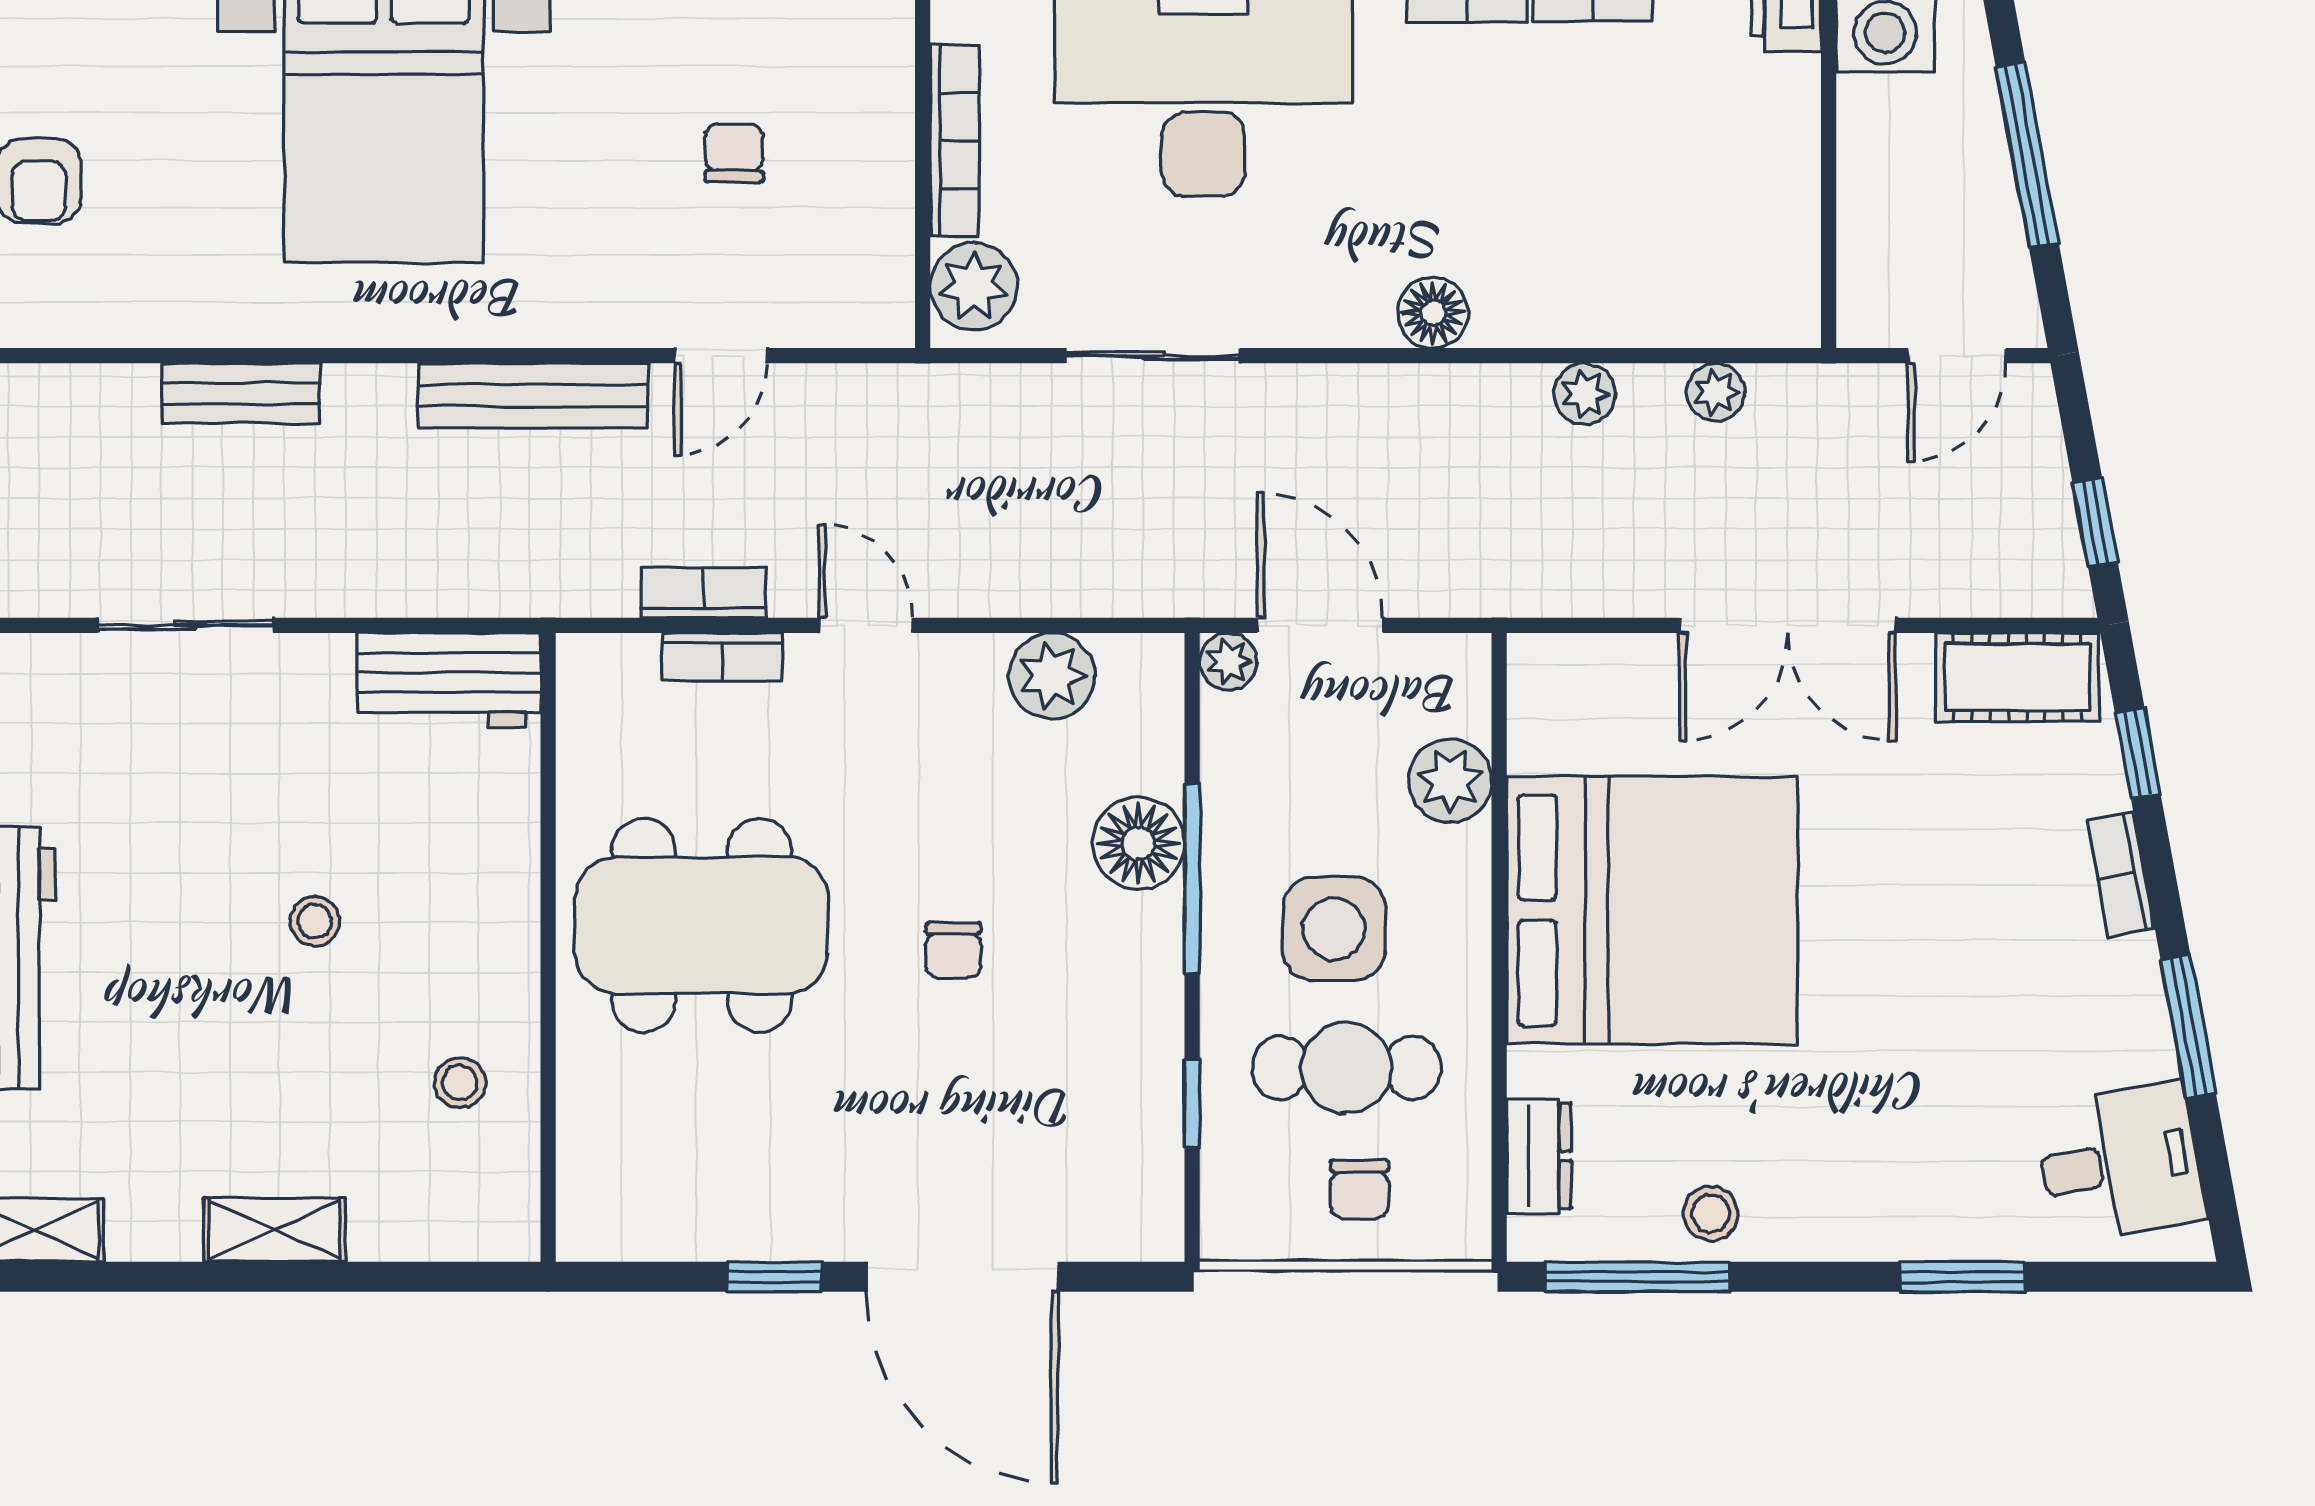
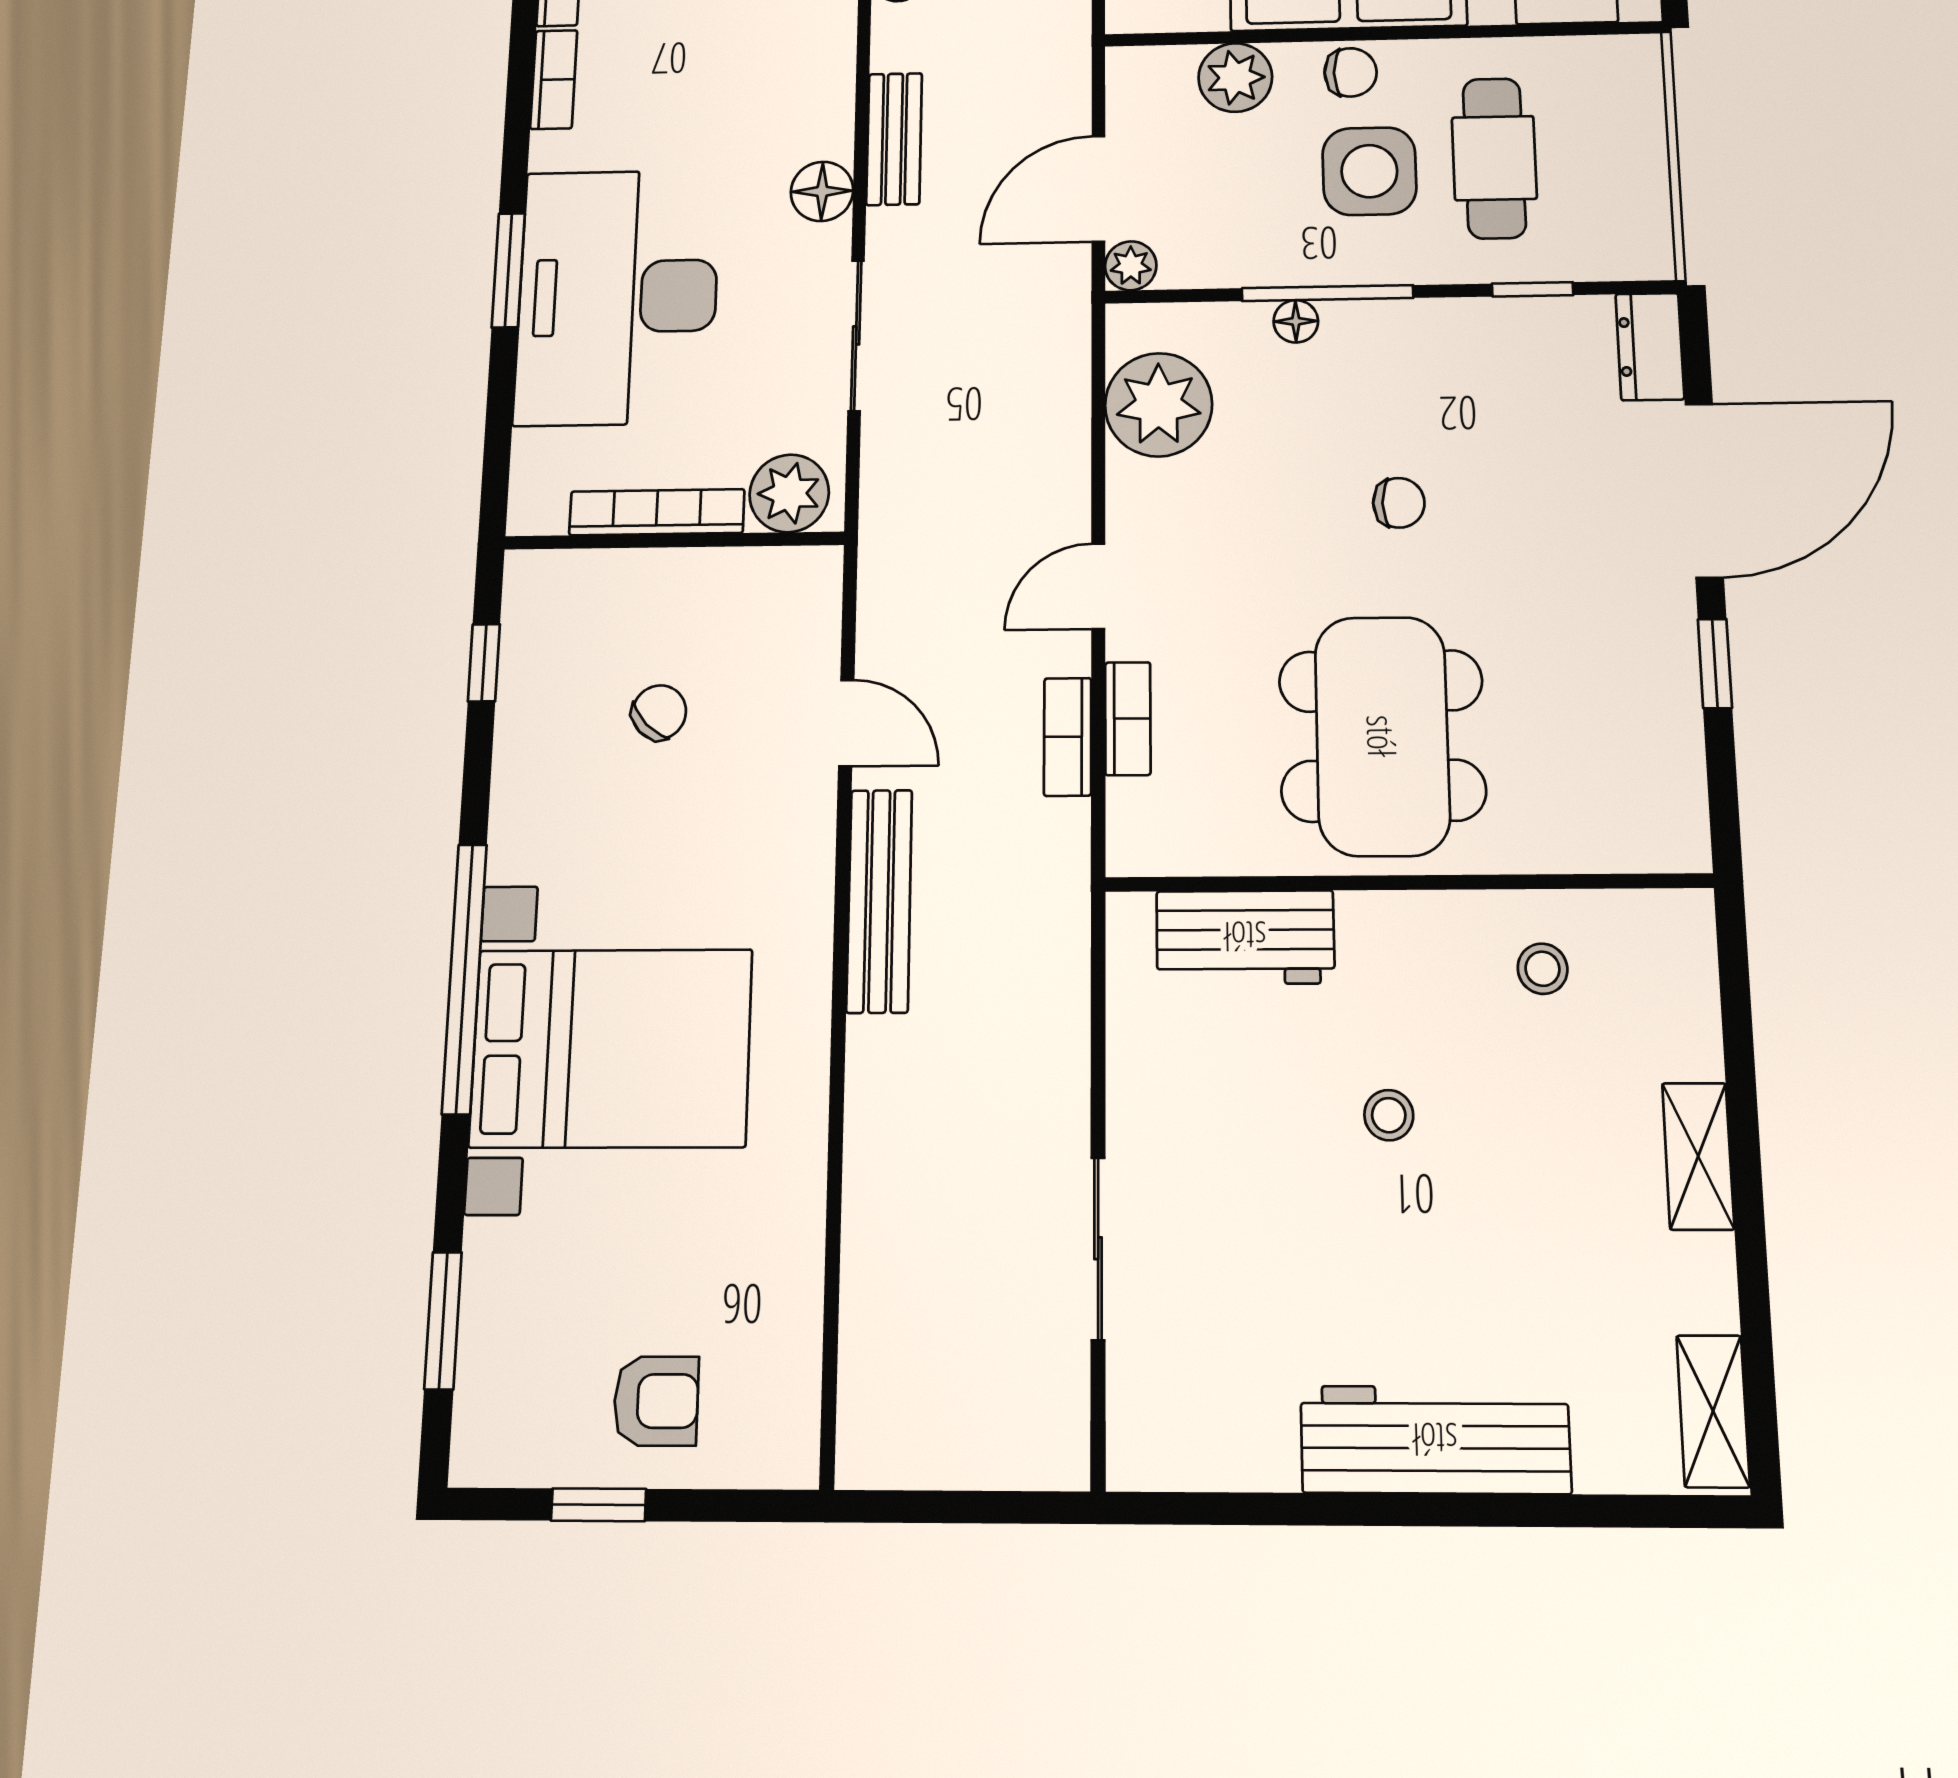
chair: (734, 153) -> (659, 712), turned 135
floor lamp: (1433, 313) -> (822, 191), moved
bench: (241, 393) -> (894, 139), moved
plant: (1052, 676) -> (1159, 405), width x1.36, depth x1.36
workbench: (449, 680) -> (1245, 937), moved, turned 90
floor lamp: (1139, 843) -> (1296, 321), width x0.53, depth x0.53
chair: (1360, 1189) -> (1351, 72), moved
dresser: (1124, 1228) -> (1650, 347), added

